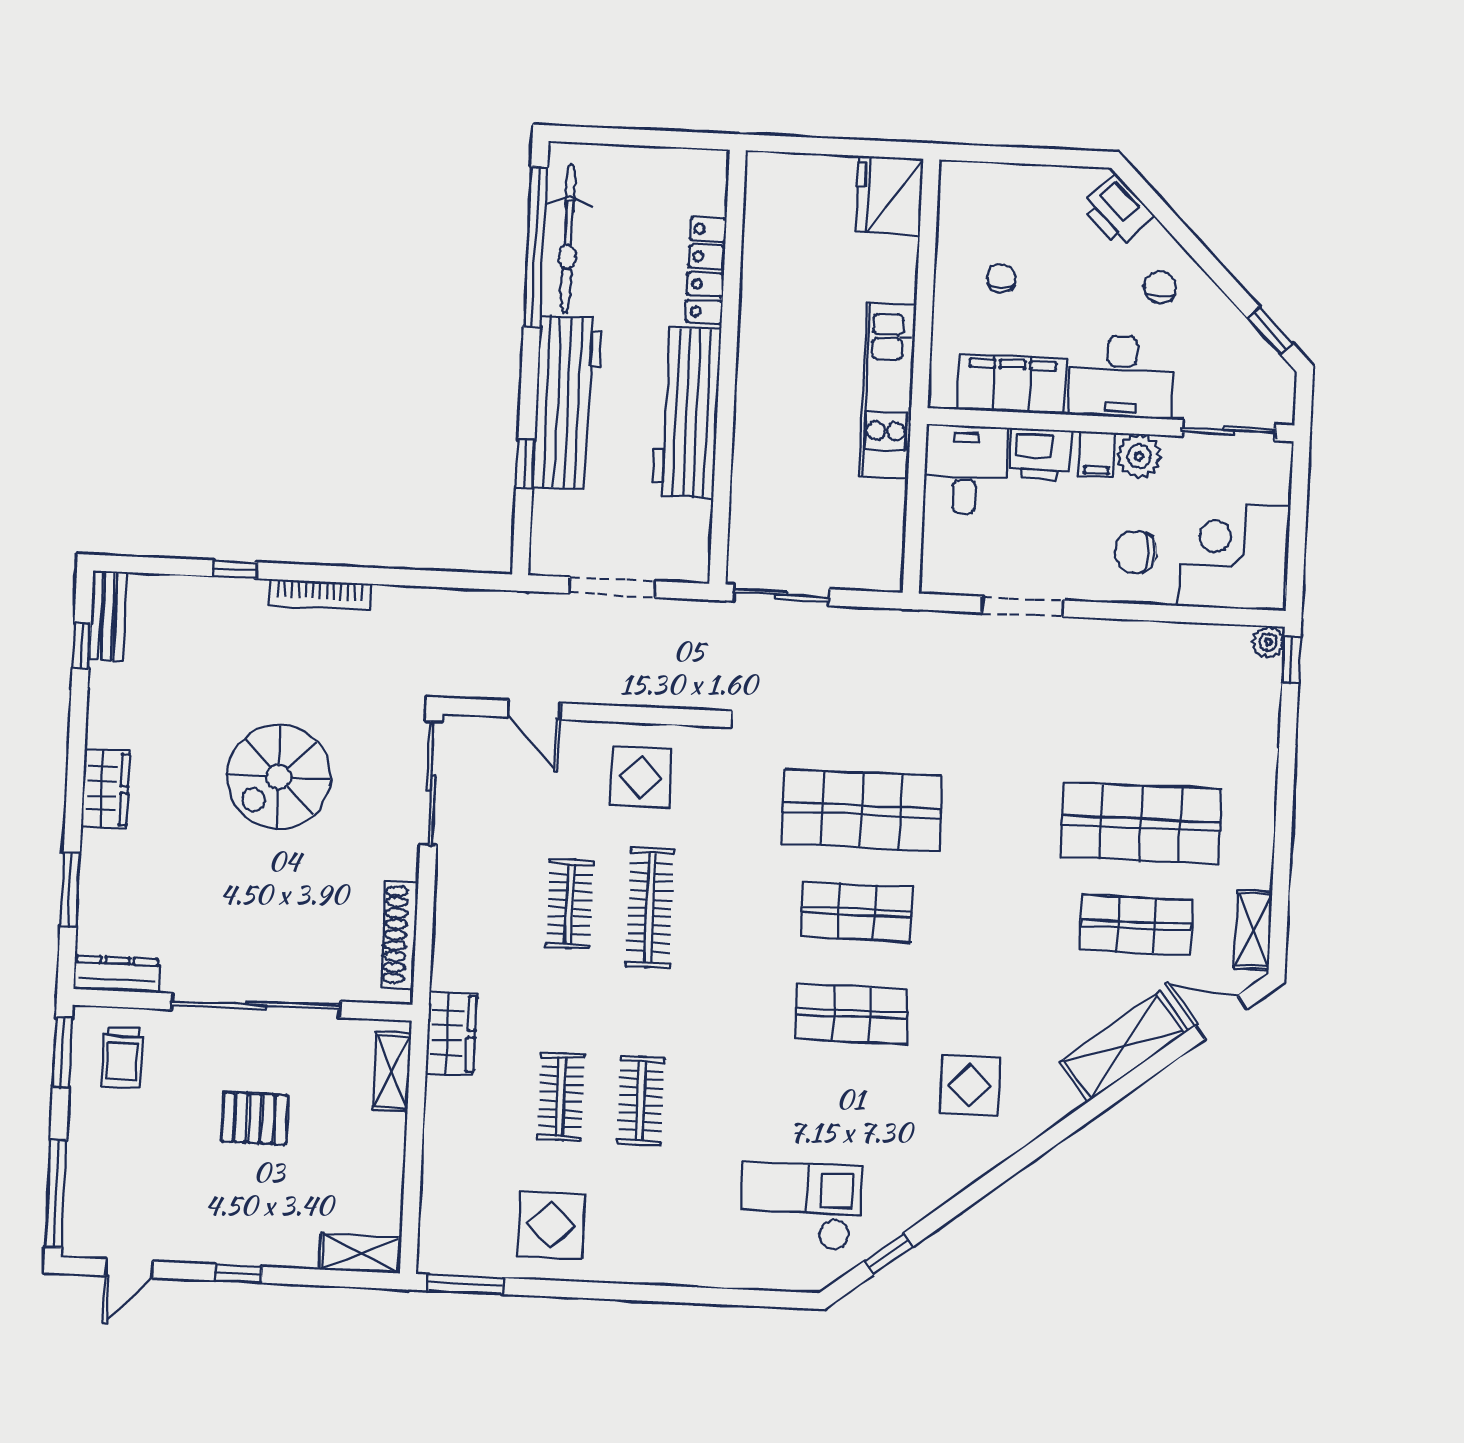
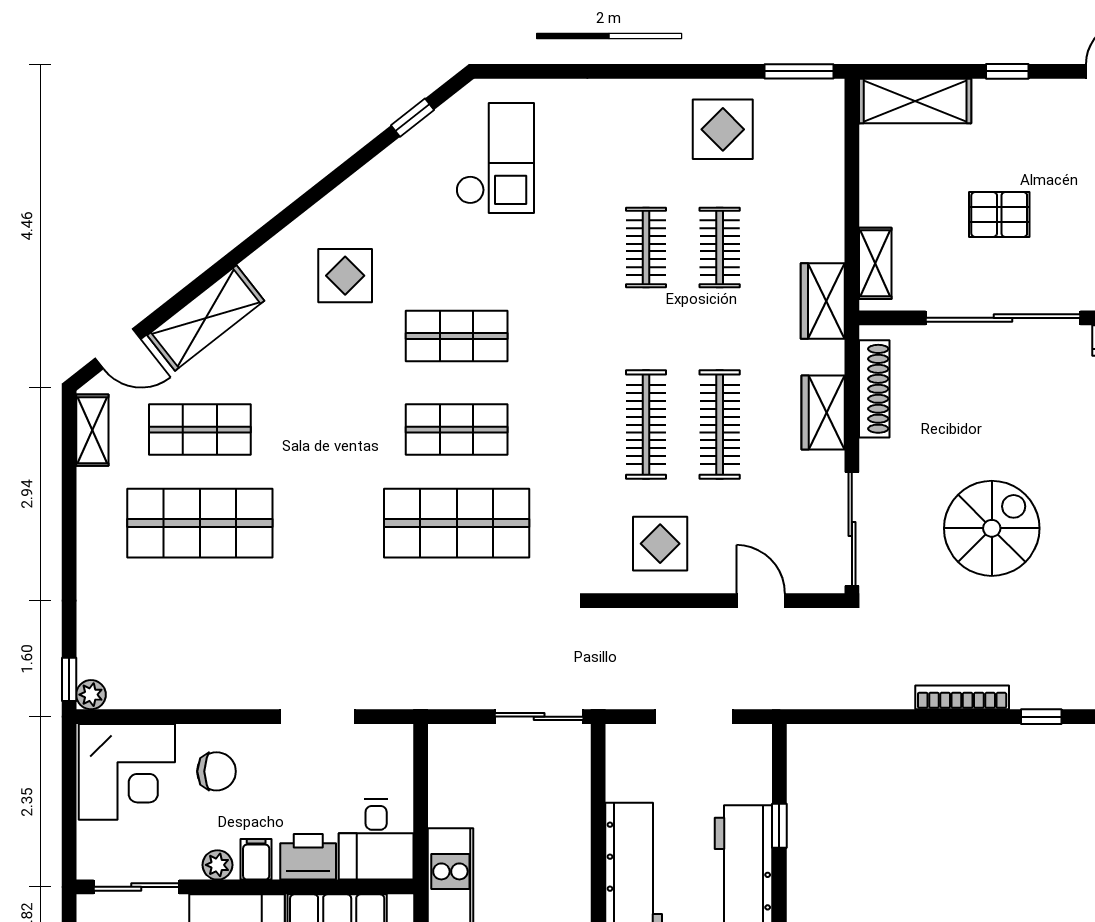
plant: (1139, 456) -> (217, 865), width x0.73, depth x0.73
clothes rail: (570, 904) -> (720, 425), width x1.36
wardrobe: (456, 912) -> (823, 413), added
checkout: (801, 1206) -> (495, 158), turned -90
shelving: (360, 1253) -> (915, 101), width x1.50, depth x1.33

